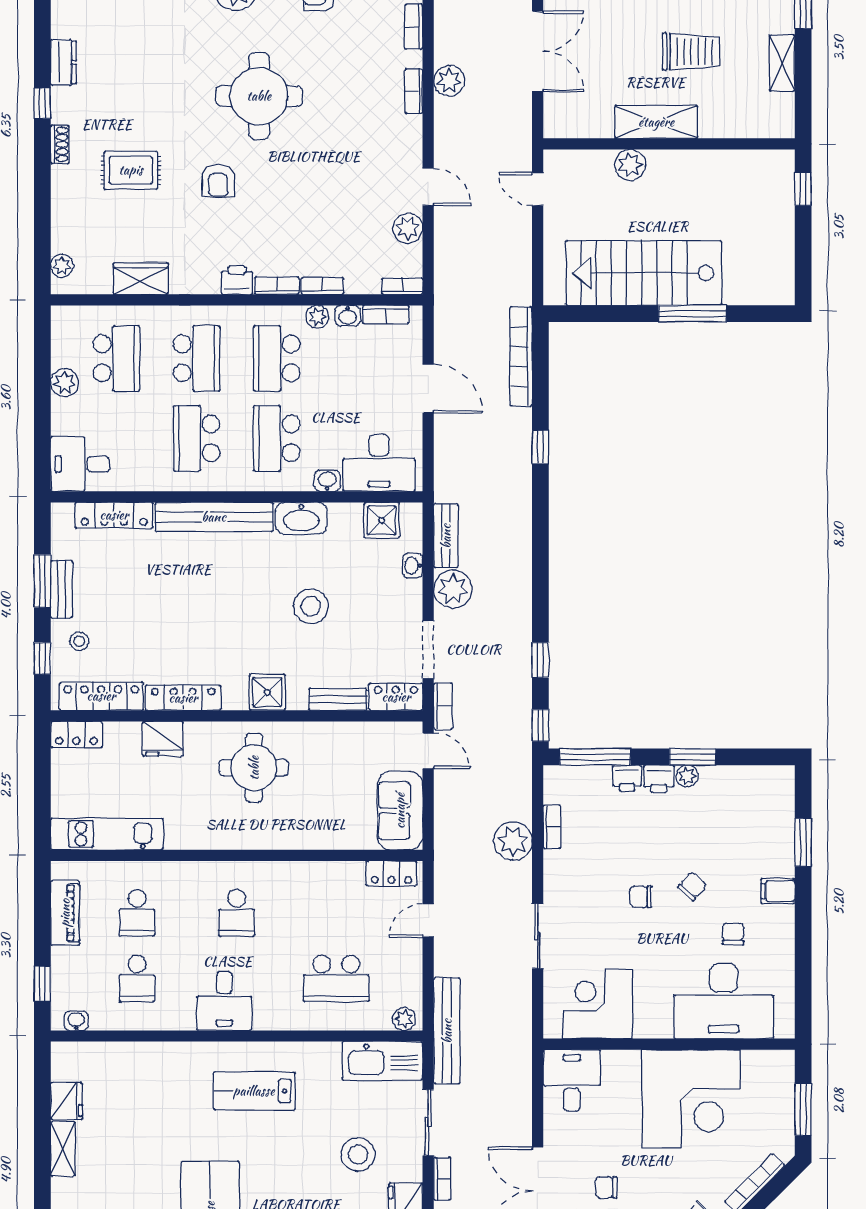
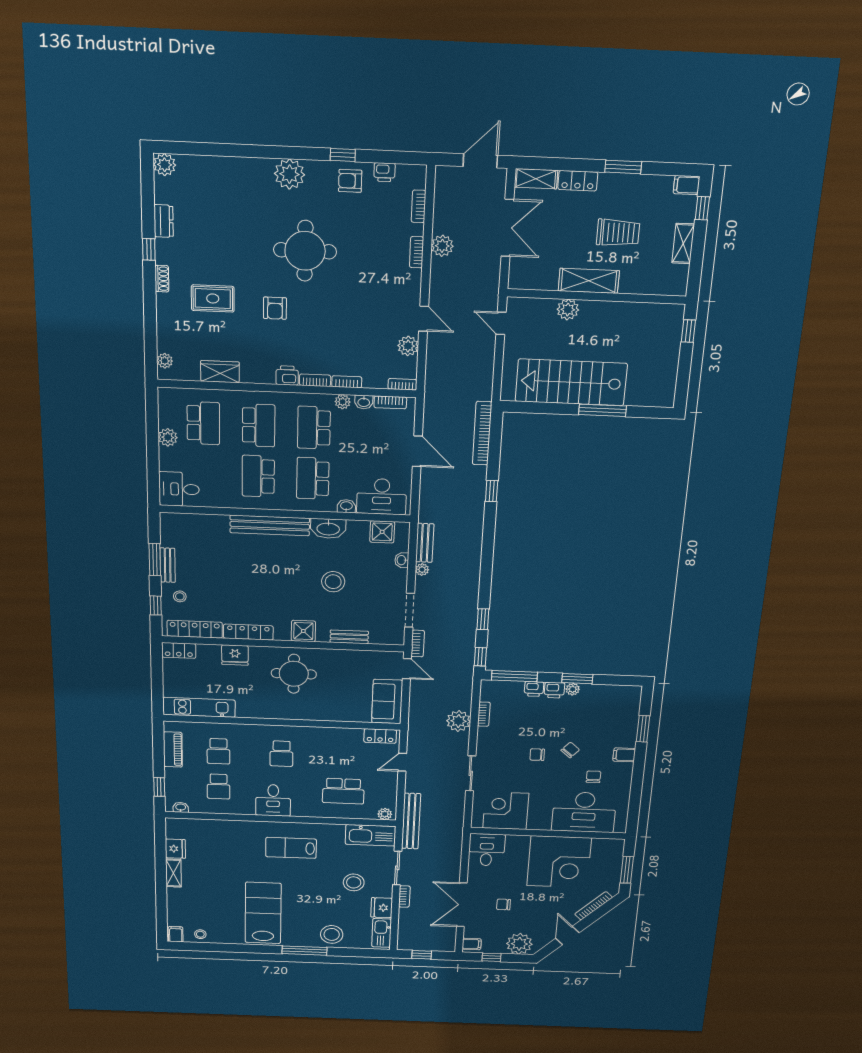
locker: (114, 515) -> (202, 522), removed
plant: (453, 589) -> (422, 570), width x0.53, depth x0.53
locker: (396, 697) -> (387, 637), removed

